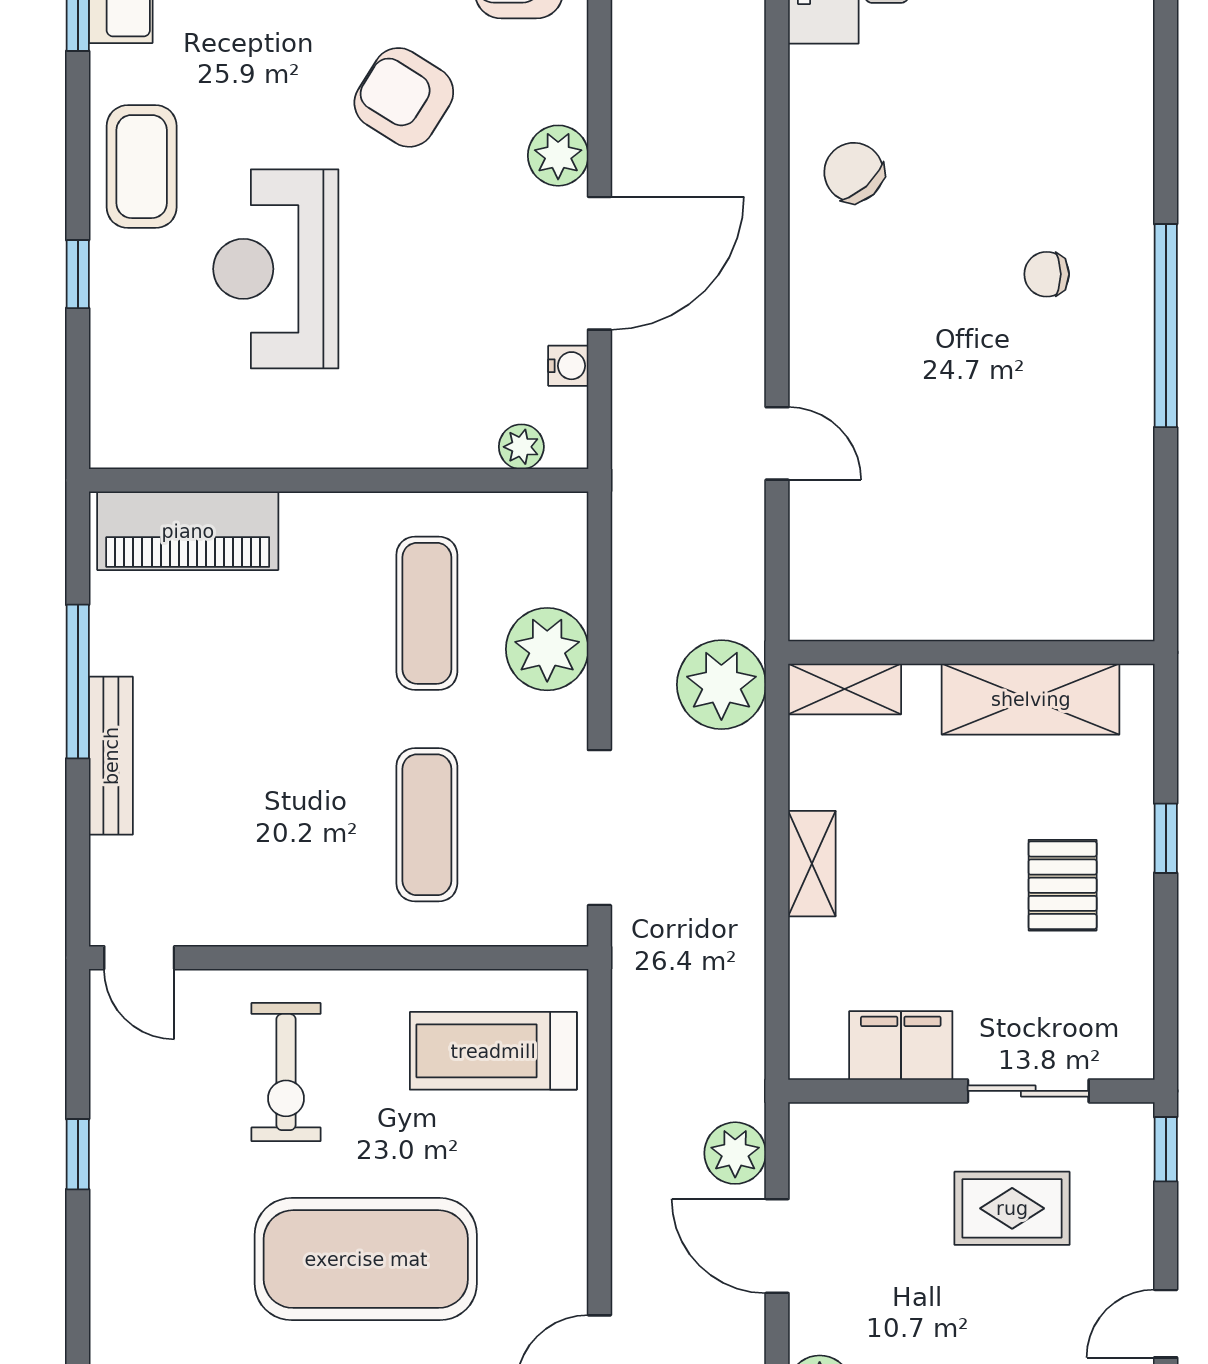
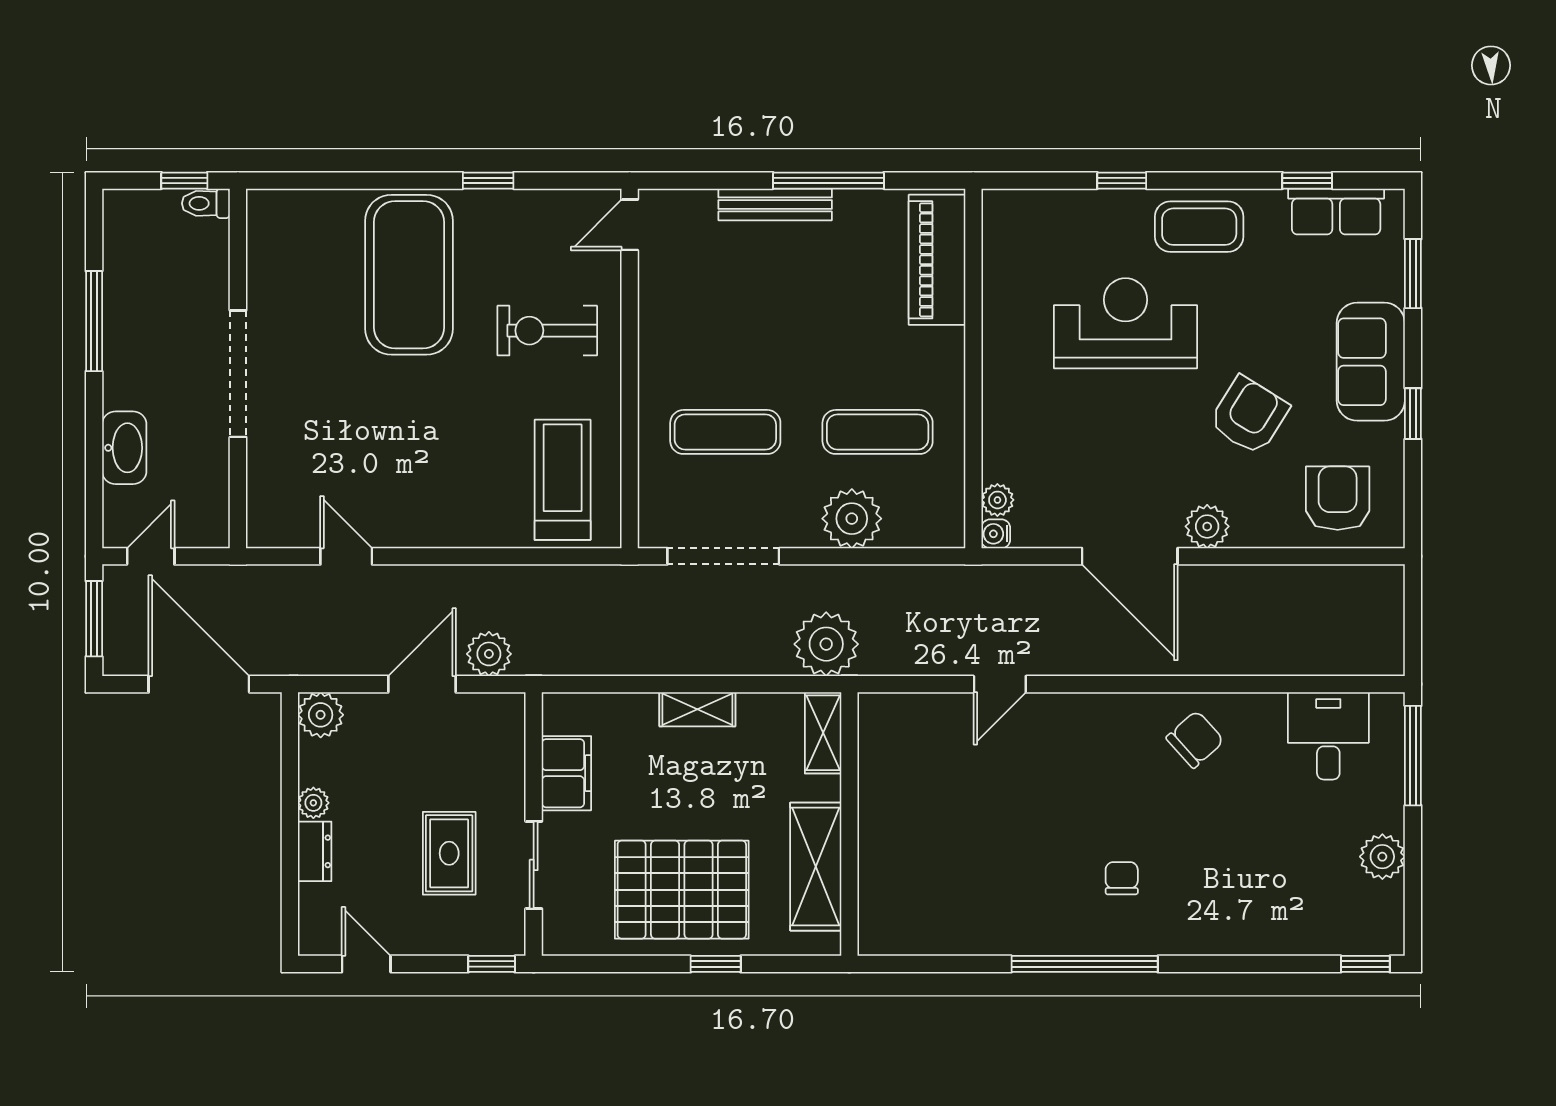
water cooler: (568, 366) -> (996, 534), moved, turned 90
pallet: (1063, 885) -> (682, 890), width x2.05, depth x2.00
exercise mat: (366, 1259) -> (409, 275), moved

